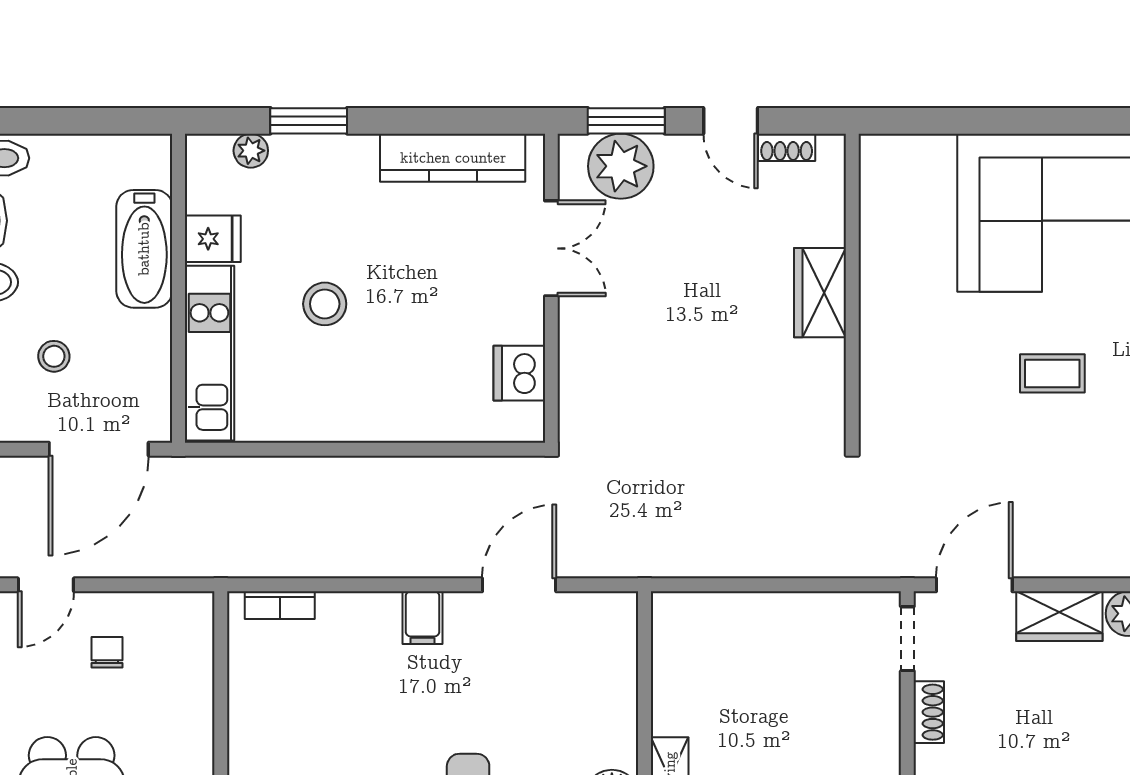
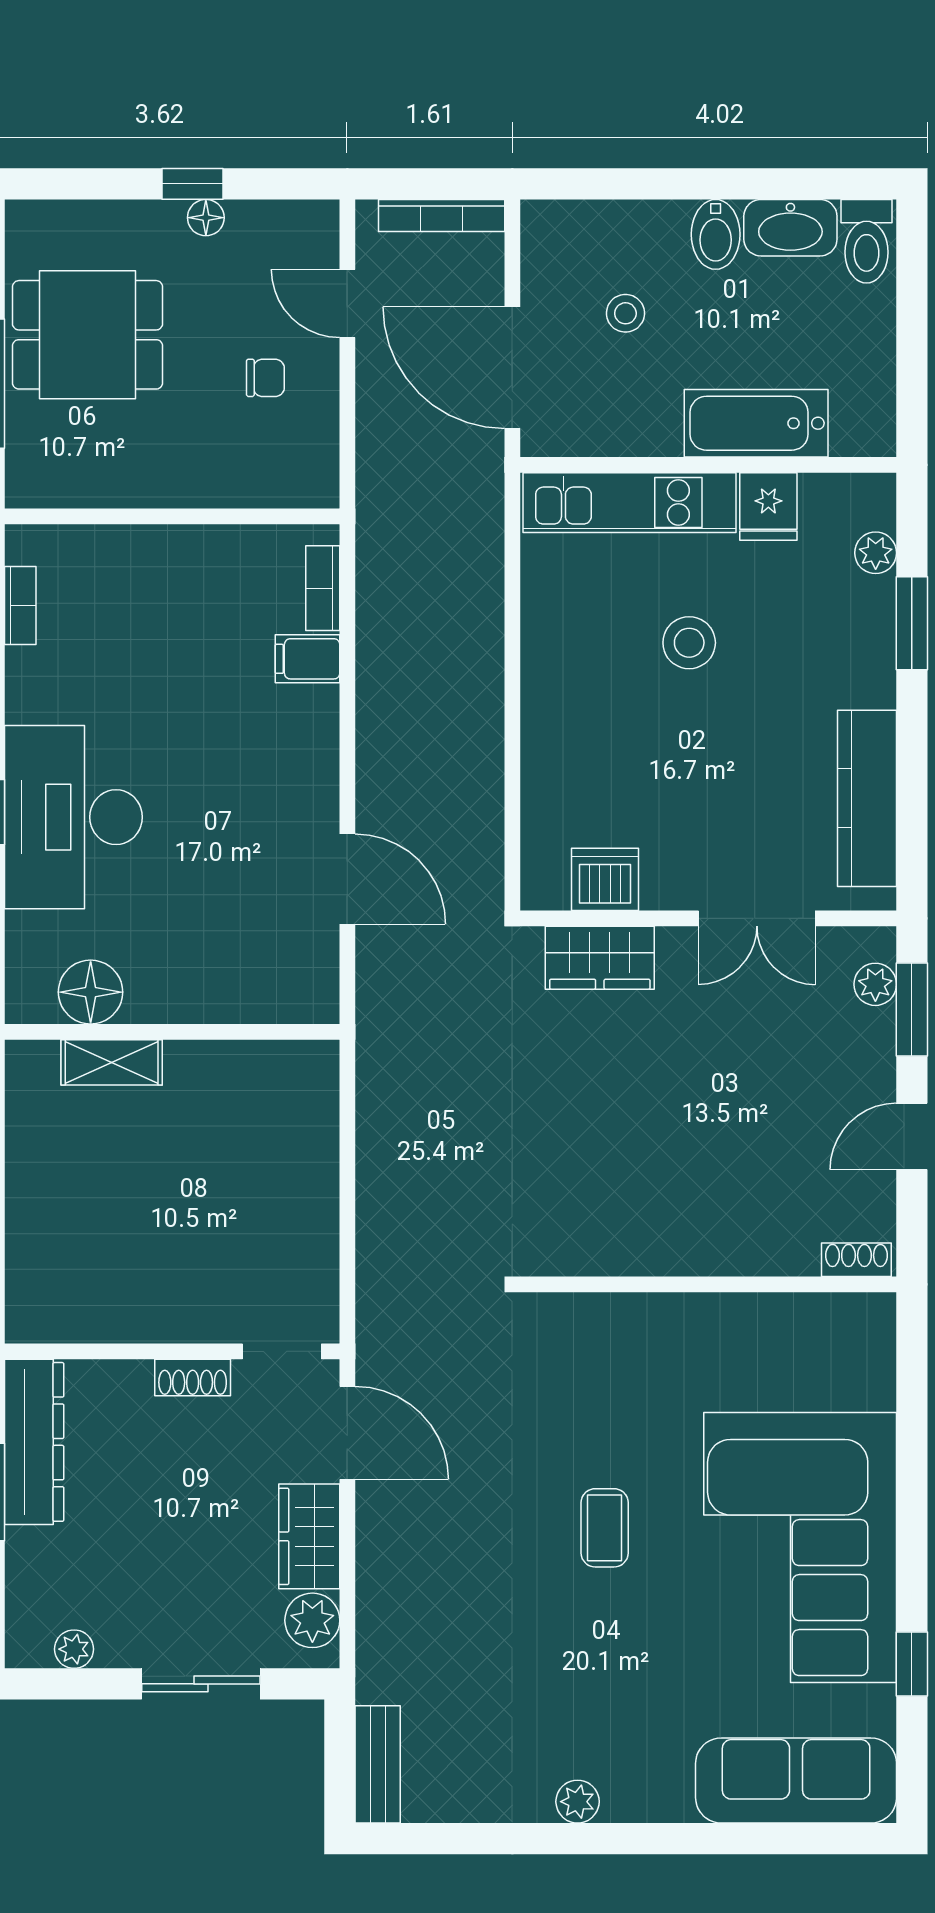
shoe rack: (787, 147) -> (856, 1260), moved, turned 90
plant: (621, 166) -> (875, 984), width x0.53, depth x0.53
wardrobe: (820, 293) -> (600, 958), moved, turned 180
filing cabinet: (423, 618) -> (308, 659), moved

